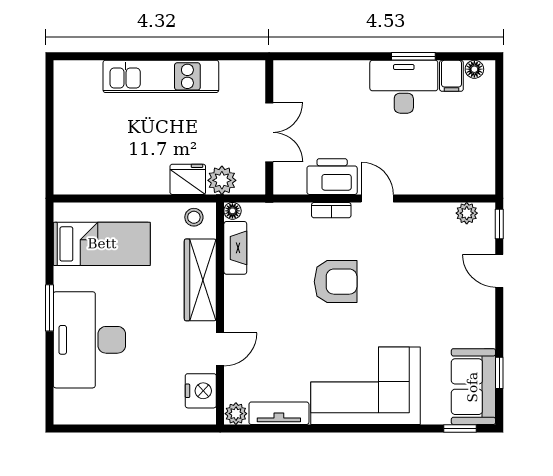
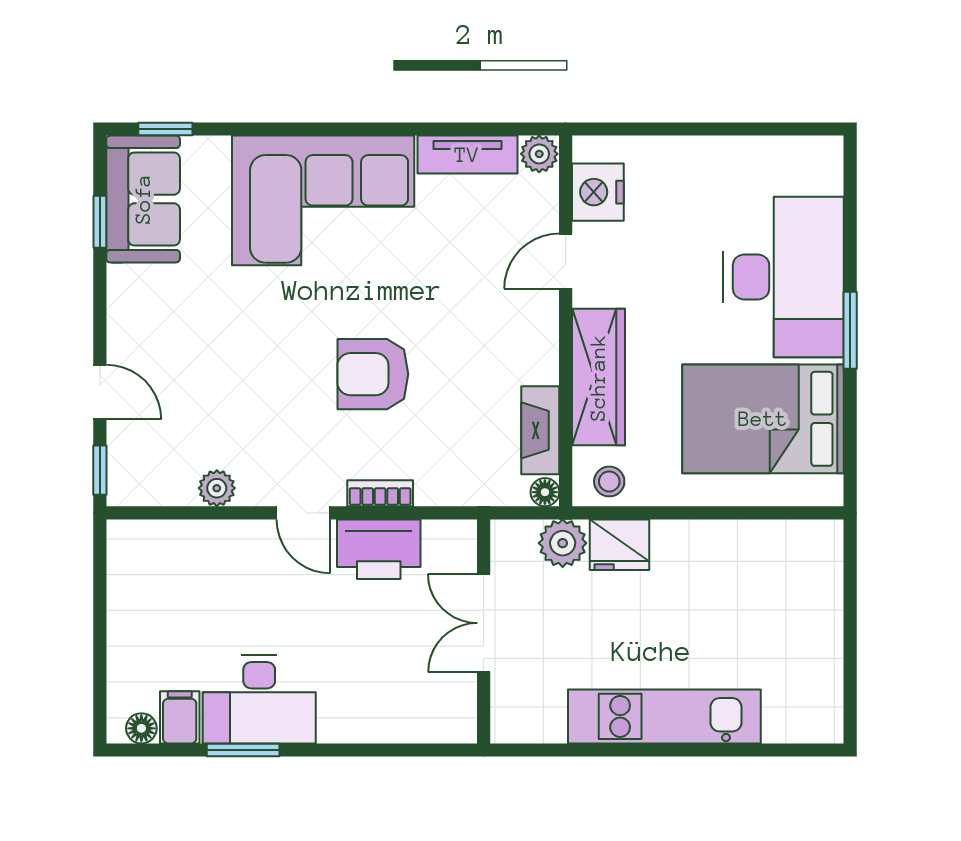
plant: (467, 213) -> (217, 488), moved
bed: (102, 244) -> (763, 419), width x1.50

